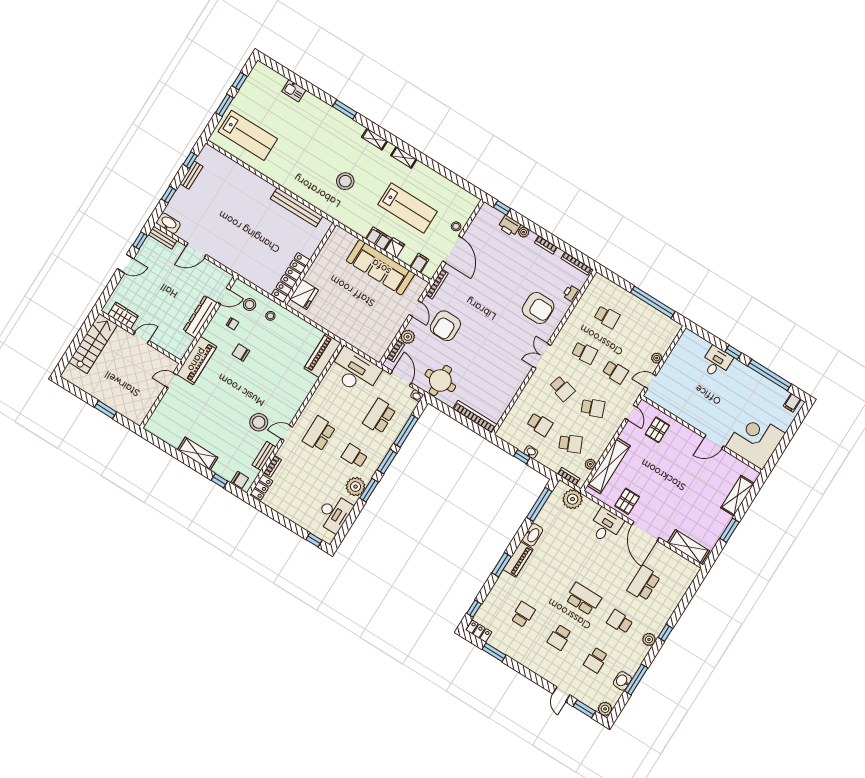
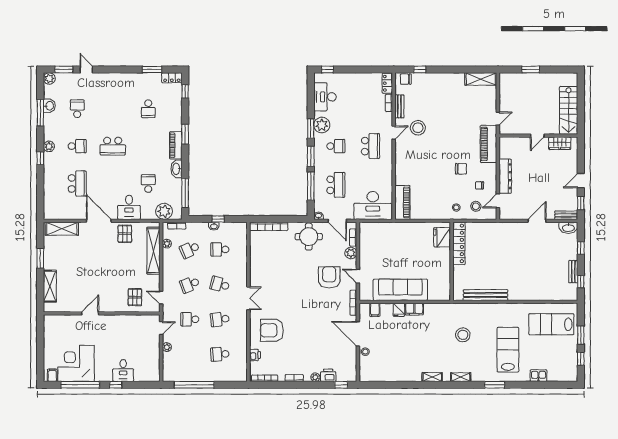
lab bench: (407, 208) -> (508, 350), moved, turned 90
corner desk: (755, 440) -> (76, 363), moved, turned 180
shelving: (198, 454) -> (481, 79), moved
school desk: (559, 637) -> (148, 183), moved

